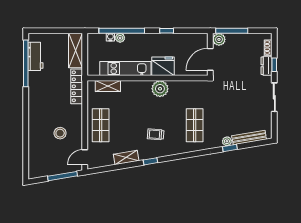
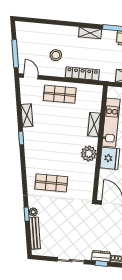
locker: (77, 86) -> (82, 74), moved
shelving: (108, 86) -> (94, 125), moved
shelving: (33, 99) -> (90, 33), added
trolley: (156, 134) -> (46, 145), removed

